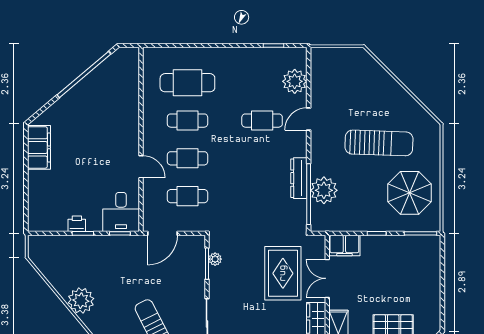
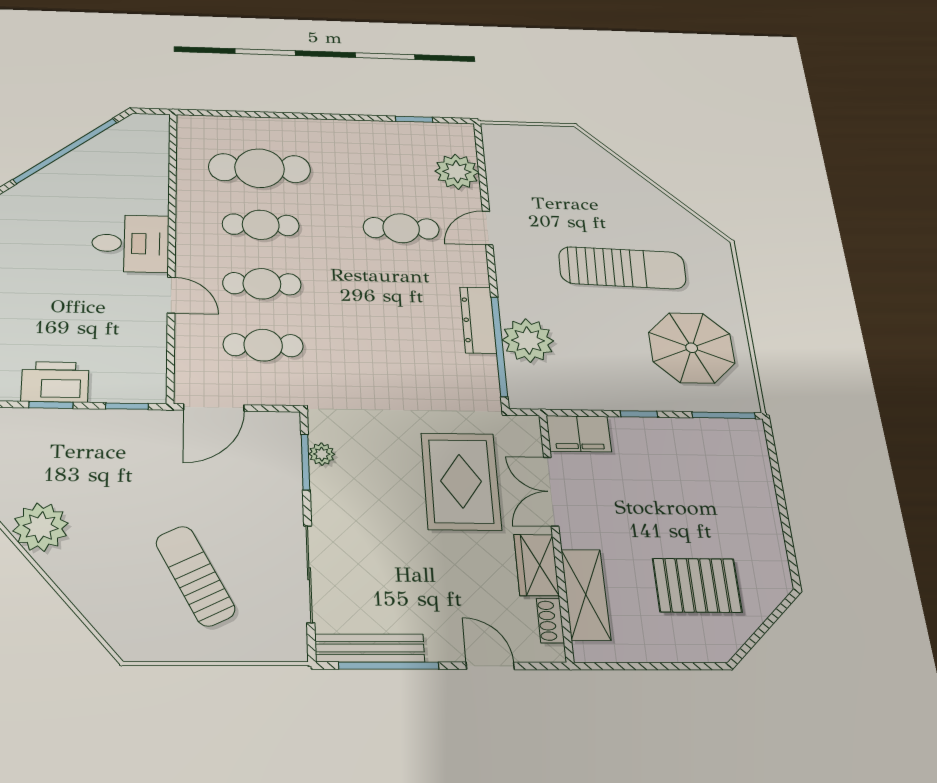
desk: (121, 212) -> (130, 243), moved, turned -90
printer: (77, 224) -> (55, 382), width x1.87, depth x1.48

